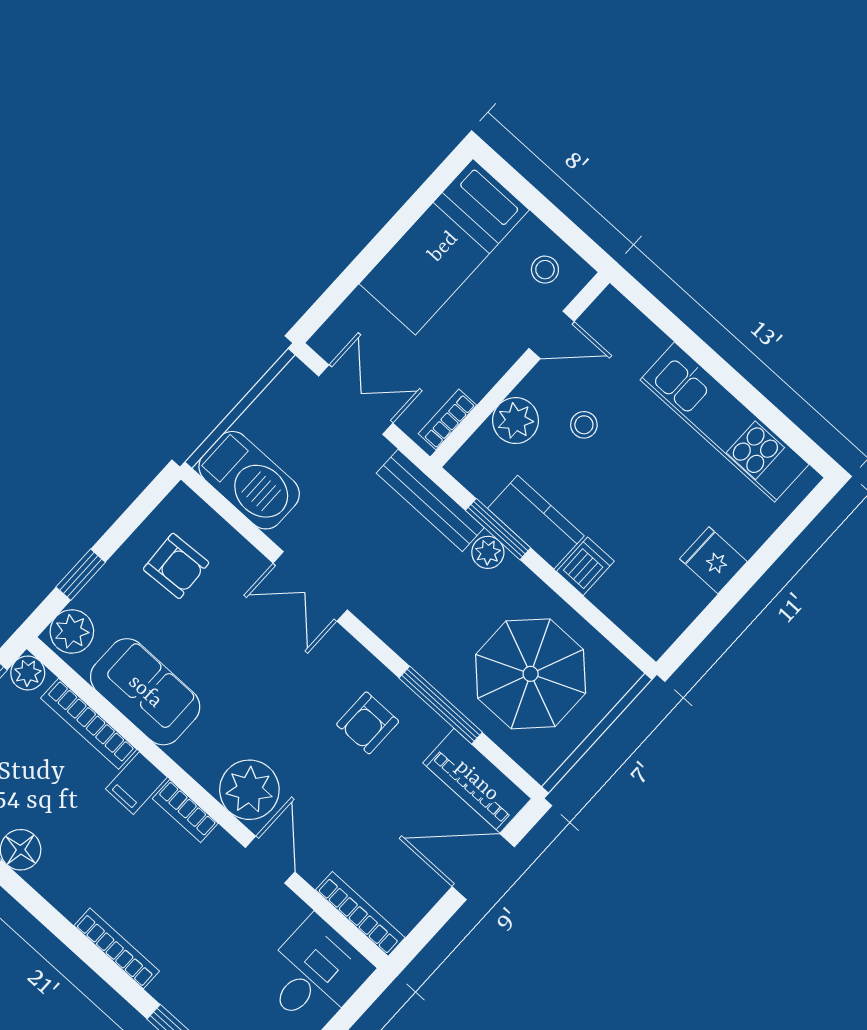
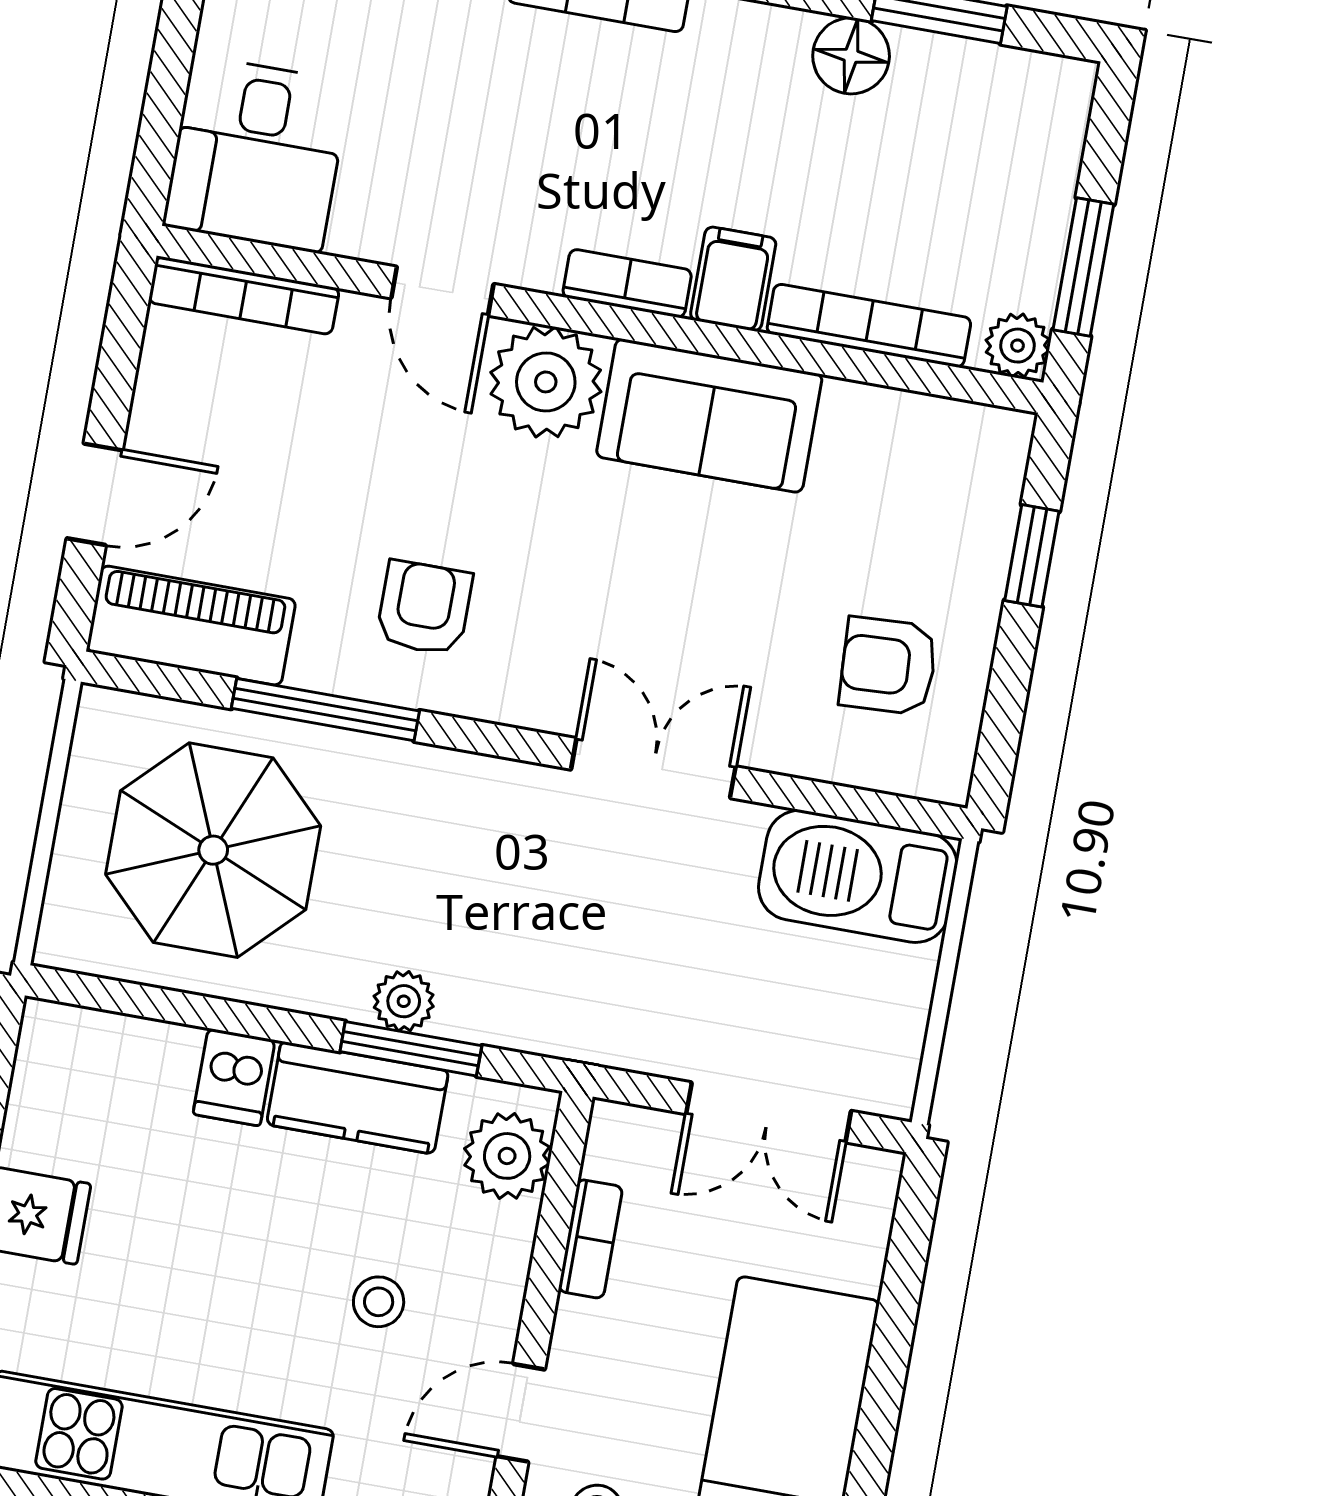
bookcase: (447, 419) -> (590, 1239), moved
plant: (516, 421) -> (507, 1156), moved
bench: (430, 500) -> (548, 1026), removed
plant: (72, 632) -> (989, 456), removed
sofa: (145, 692) -> (709, 416), moved
door: (483, 867) -> (95, 494), width x0.73

